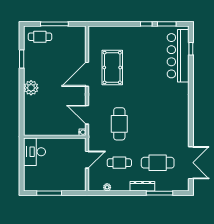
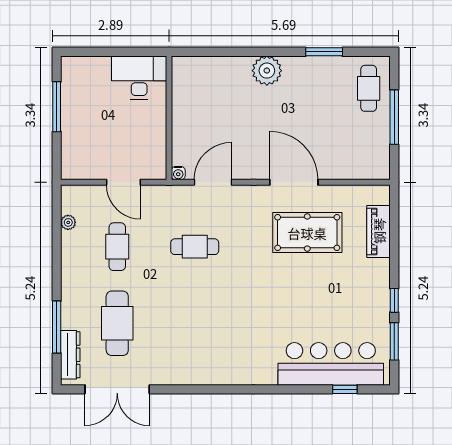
piano: (112, 32) -> (379, 231), added
cafe table: (119, 124) -> (195, 247), width x0.73, depth x0.74
dresser: (142, 186) -> (70, 355), moved

